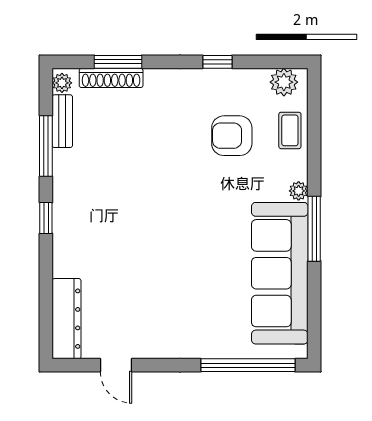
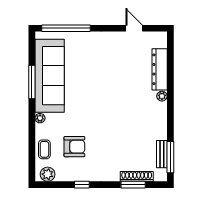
plant: (62, 83) -> (162, 96), moved
window: (46, 146) -> (170, 157), moved
window: (46, 218) -> (170, 104), removed
window: (314, 229) -> (32, 82), moved
dresser: (67, 319) -> (160, 69), moved

